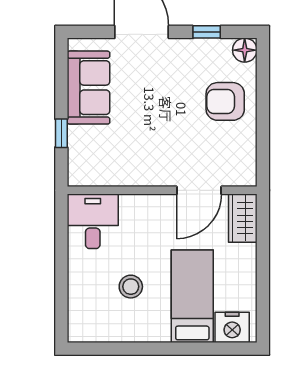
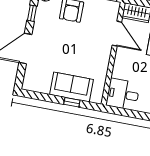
sofa: (88, 88) -> (72, 87), moved

